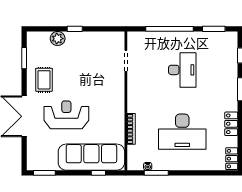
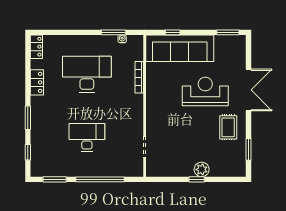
plant: (58, 39) -> (202, 169), moved
desk: (182, 70) -> (87, 137), turned 90
reception desk: (66, 115) -> (205, 92), turned 180

